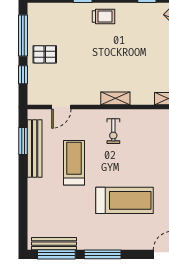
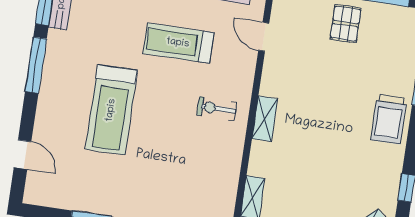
trolley: (104, 16) -> (389, 119), width x1.36, depth x1.39
treadmill: (74, 163) -> (178, 43), turned 180

